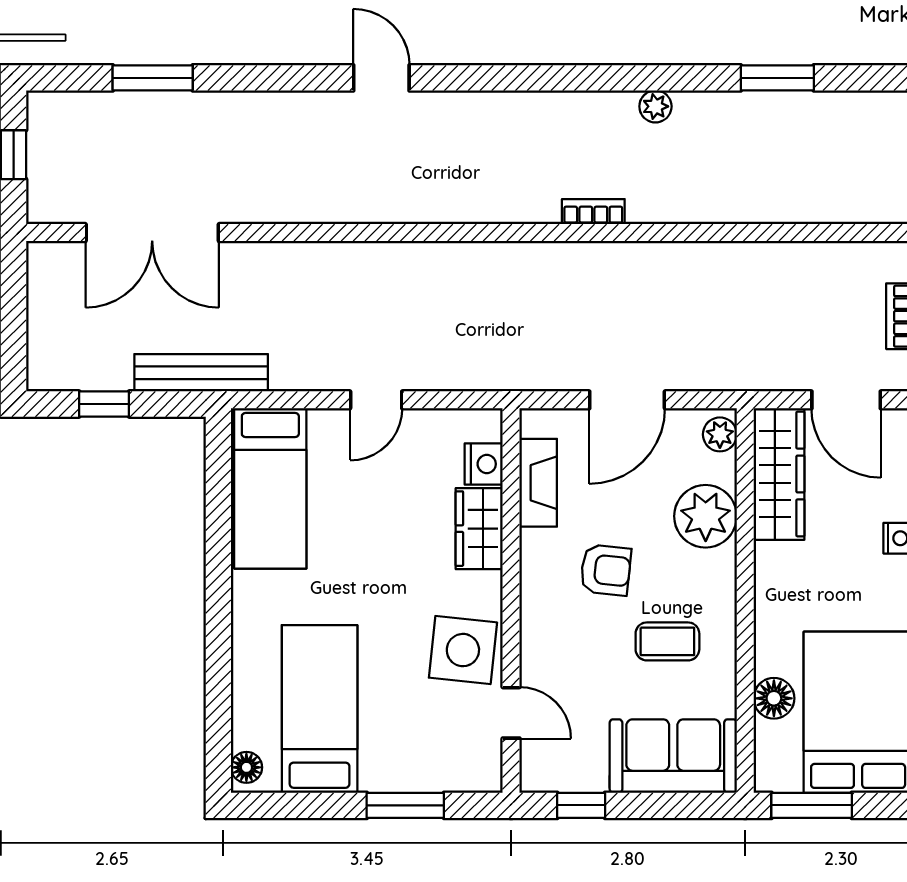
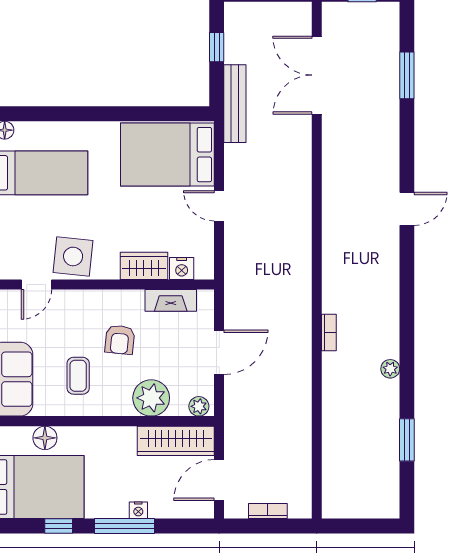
door: (627, 400) -> (219, 352), swing flipped
bed: (270, 488) -> (167, 155), width x1.50

